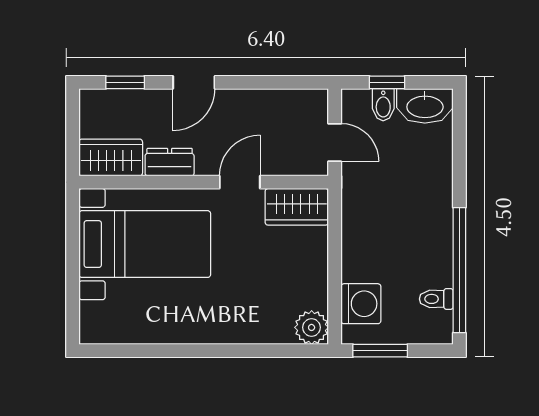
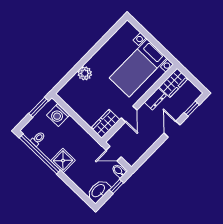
bidet: (383, 105) -> (119, 171), moved
shower: (432, 219) -> (63, 161), added
plant: (312, 327) -> (85, 73), moved

